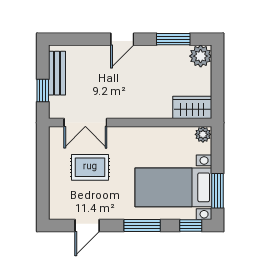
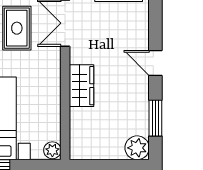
wardrobe: (192, 107) -> (82, 86), moved

